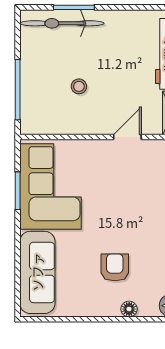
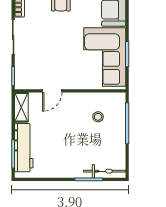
bicycle: (62, 23) -> (105, 171), width x0.73, depth x0.71
stool: (79, 86) -> (98, 117), moved

